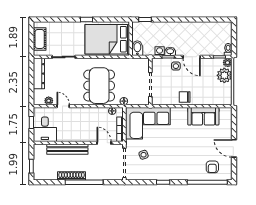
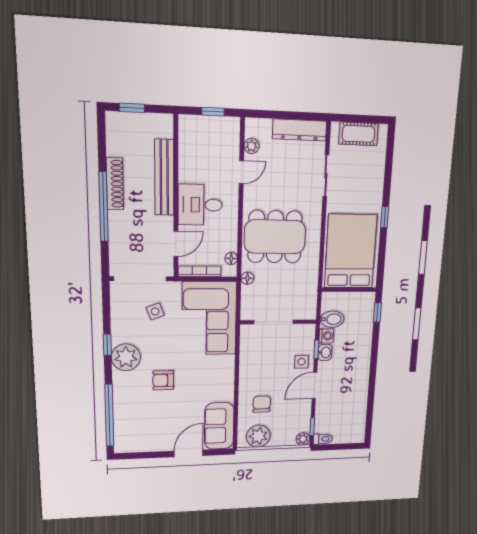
bidet: (137, 48) -> (332, 319), moved
plant: (224, 75) -> (258, 436), moved
chair: (185, 97) -> (262, 404), moved
sofa: (203, 116) -> (219, 426), moved
desk: (45, 129) -> (200, 205), moved
door: (234, 148) -> (189, 453), moved
armchair: (212, 167) -> (163, 380), moved
plant: (171, 172) -> (126, 357), added

